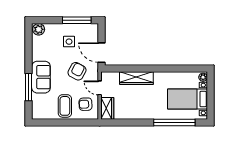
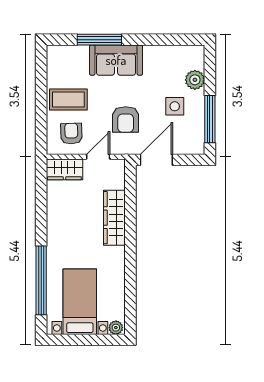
plant: (39, 29) -> (195, 80), moved
armchair: (77, 71) -> (126, 120), turned 62

